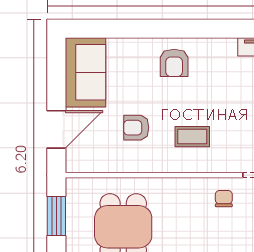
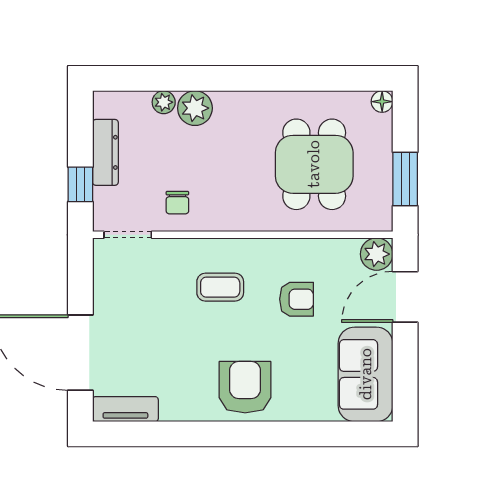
armchair: (174, 63) -> (245, 387), width x1.38, depth x1.38
plant: (77, 161) -> (377, 254), added

